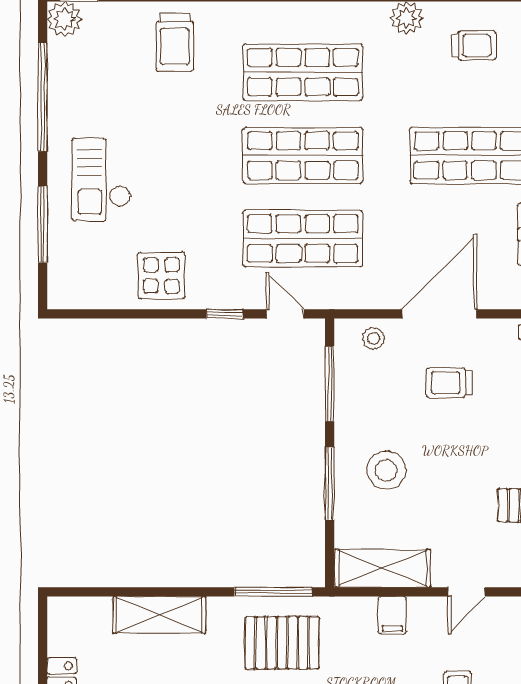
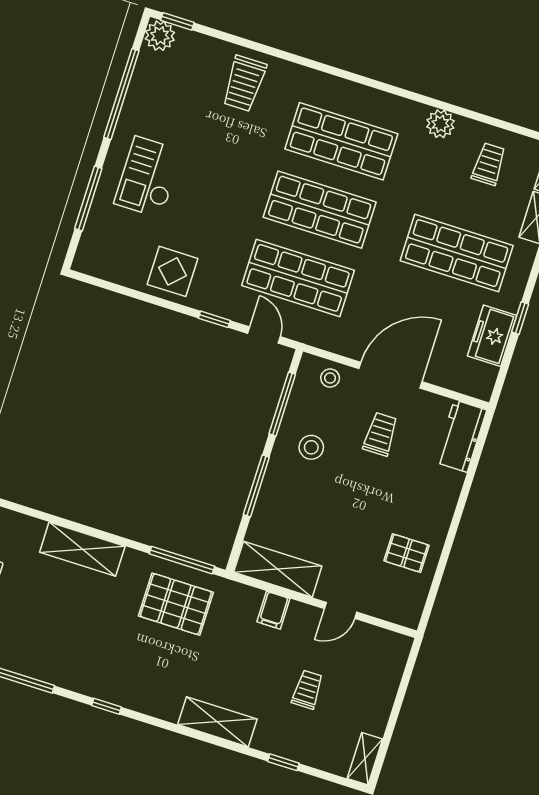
trolley: (474, 46) -> (489, 164), turned -90
trolley: (449, 383) -> (380, 434), turned 90
stool: (386, 470) -> (311, 447), moved, width x0.73, depth x0.73

